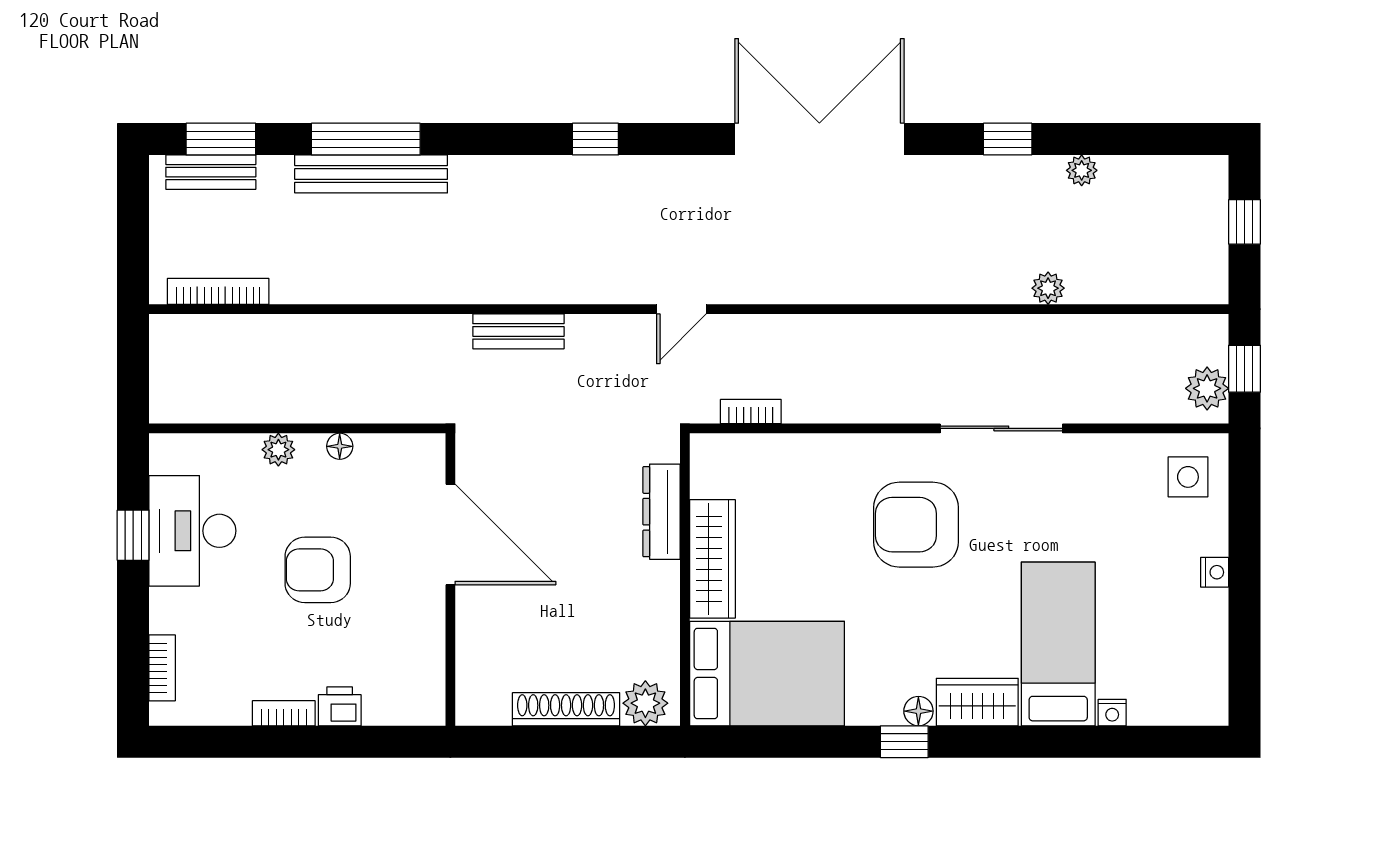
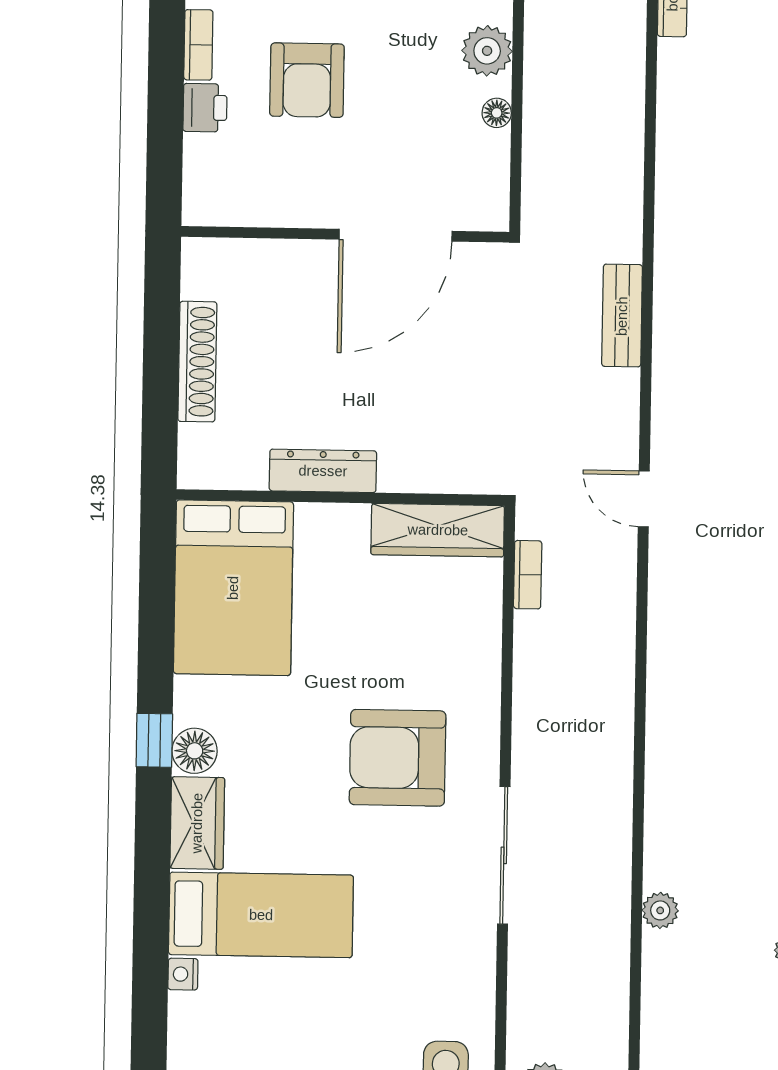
plant: (278, 450) -> (487, 51), width x1.38, depth x1.38
dresser: (661, 512) -> (323, 471), moved
armchair: (916, 525) -> (398, 758), turned -90
wardrobe: (712, 559) -> (438, 530), moved
armchair: (318, 570) -> (307, 80), moved, turned 180
plant: (645, 703) -> (203, 451), removed
floor lamp: (918, 711) -> (195, 751), width x1.37, depth x1.37

